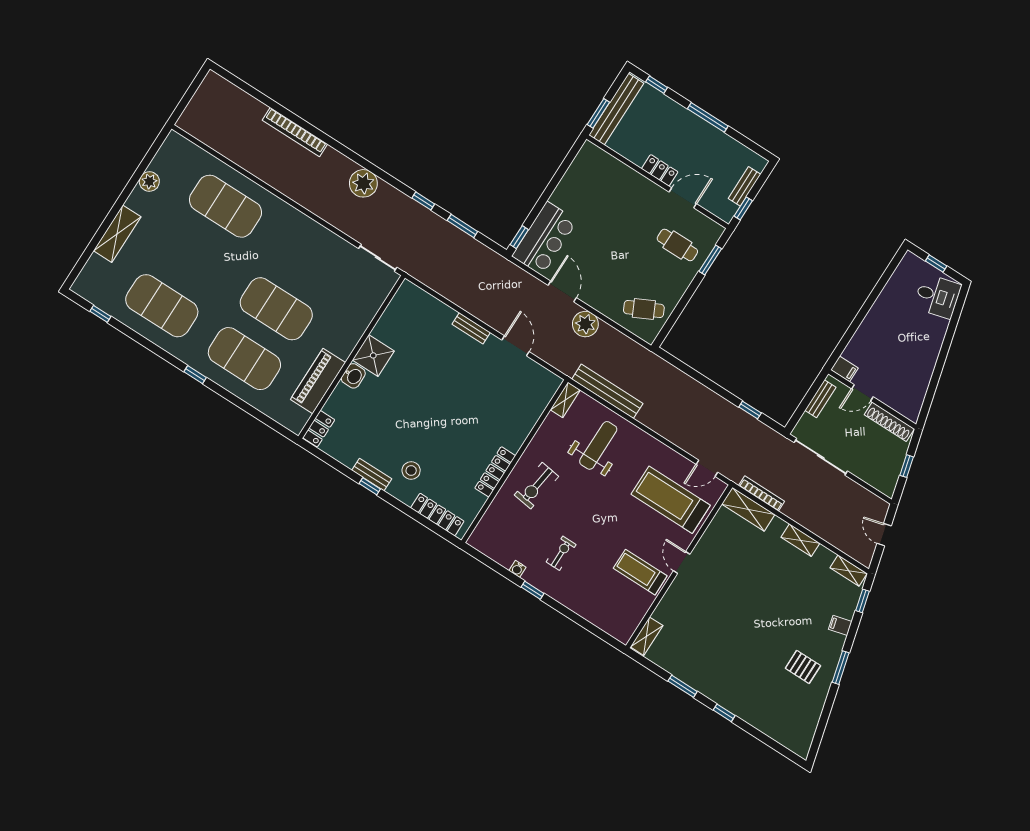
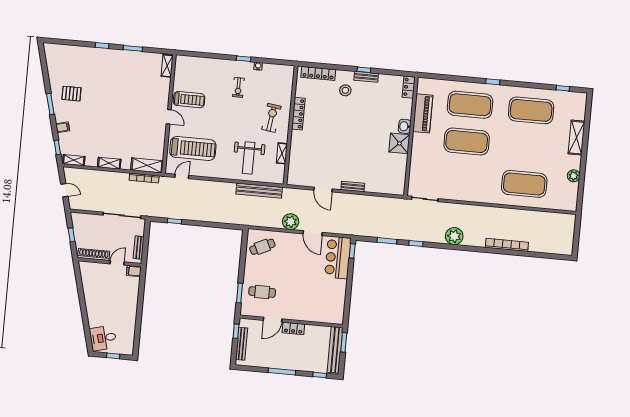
bench: (744, 186) -> (242, 344), width x1.36
shelving: (565, 400) -> (282, 153), moved

